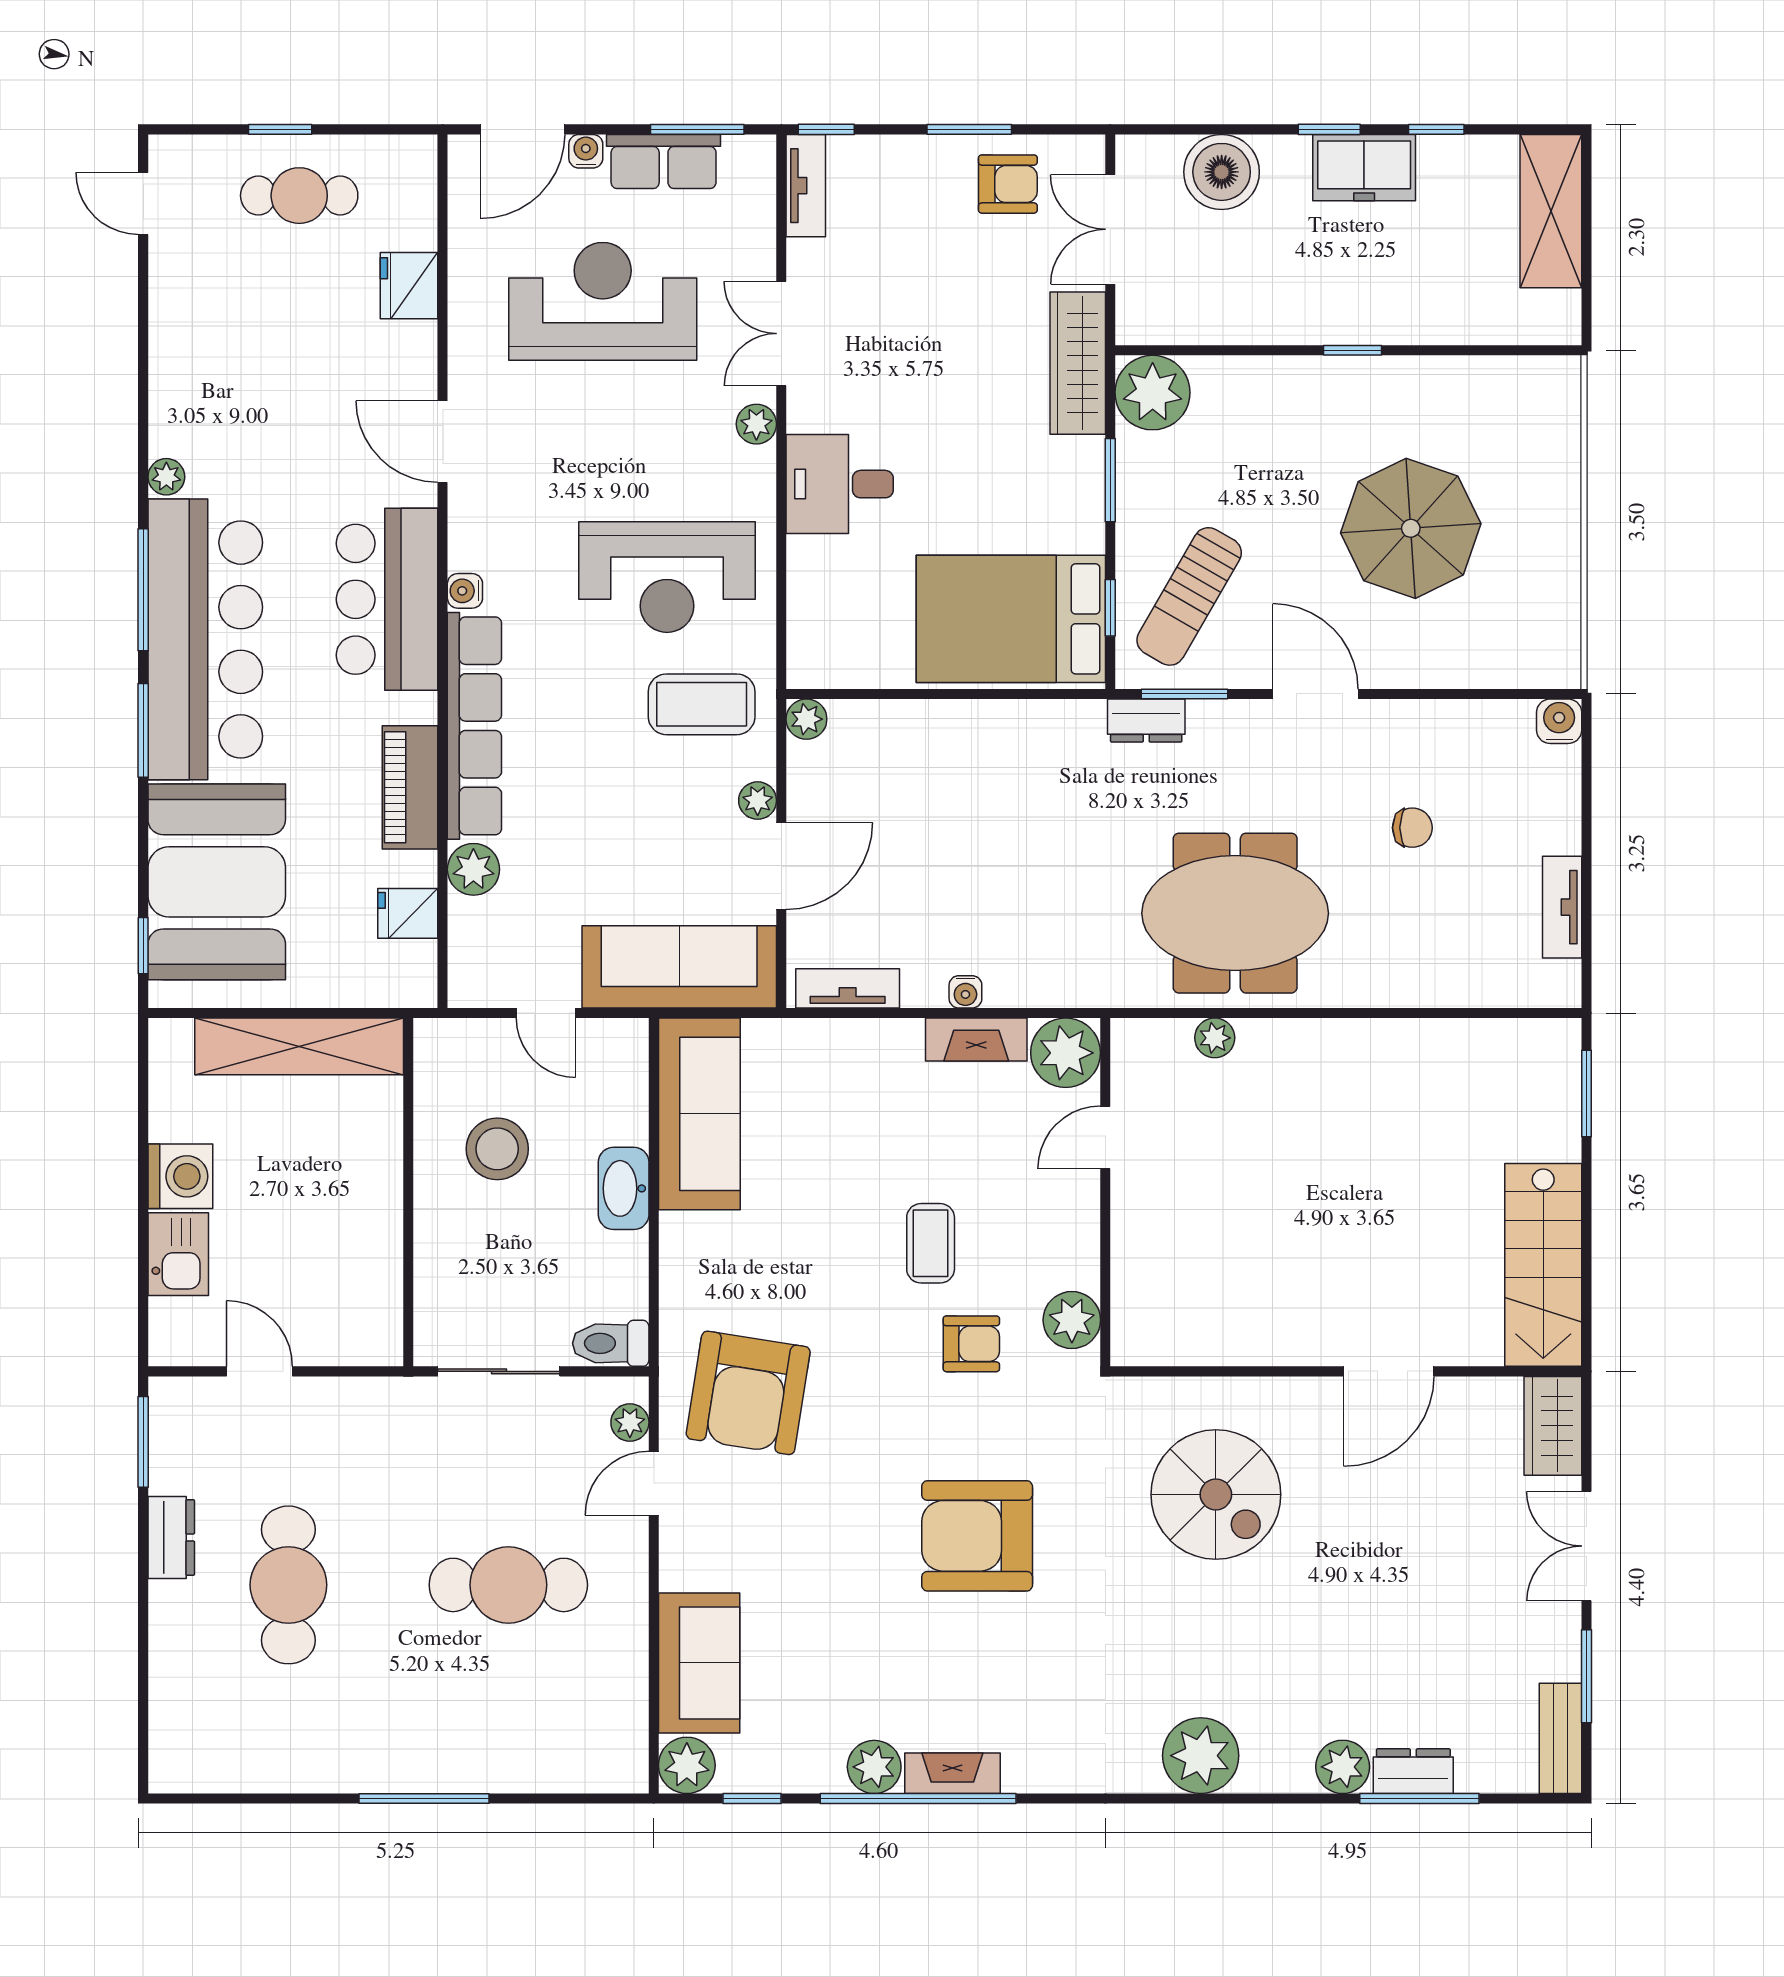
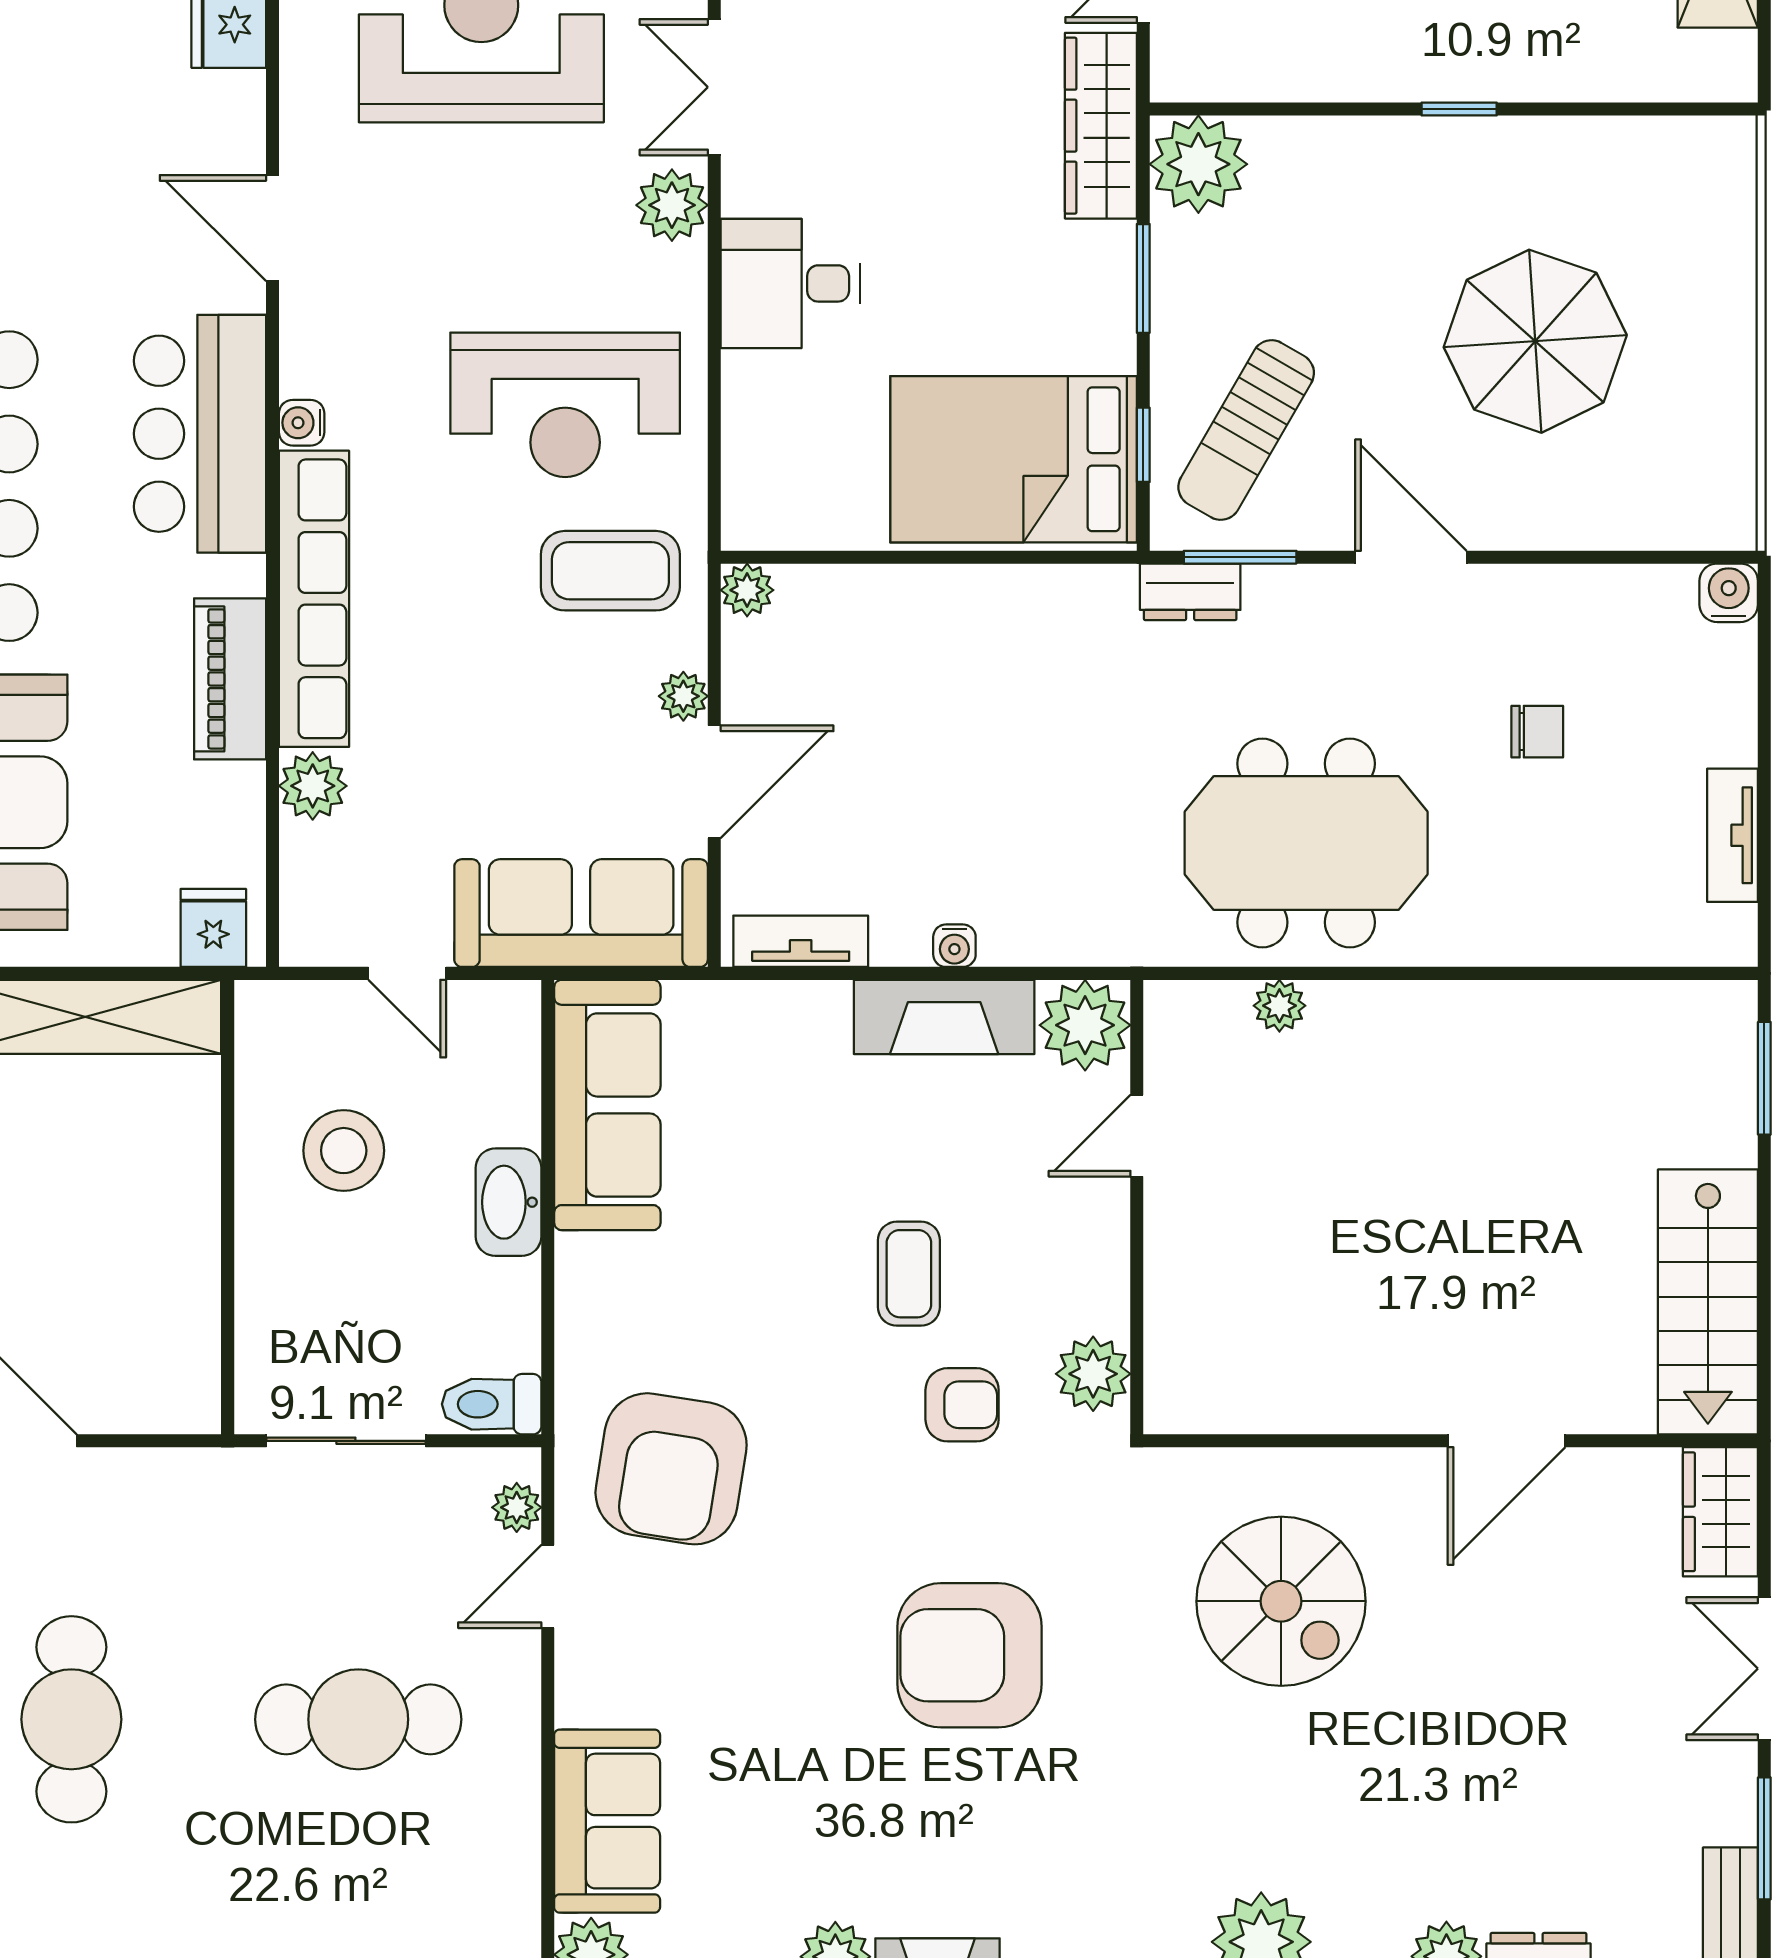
plant: (756, 424) -> (672, 205), width x1.38, depth x1.38
fridge: (408, 913) -> (213, 928), moved, turned 90
fireplace: (976, 1040) -> (944, 1017), width x1.37, depth x1.32

